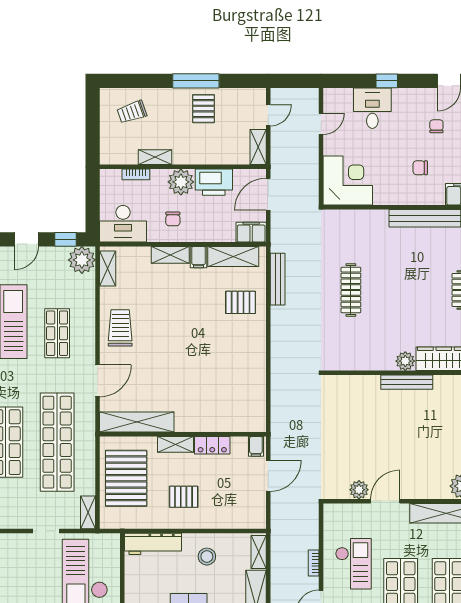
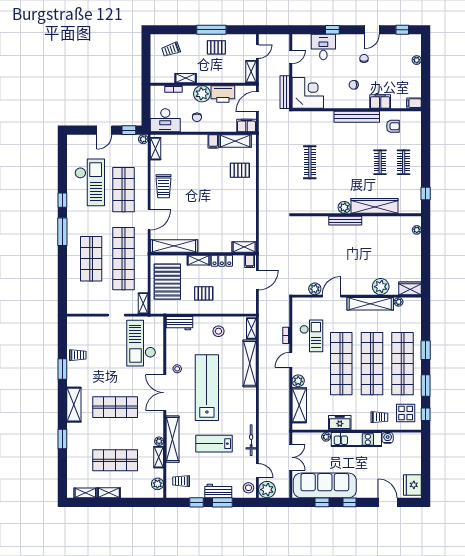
pallet: (203, 109) -> (216, 47), turned 90
shelving: (170, 255) -> (244, 247), moved
plant: (82, 260) -> (143, 139), width x0.53, depth x0.53
bench: (278, 279) -> (285, 92), moved
trolley: (120, 328) -> (164, 186), turned 180
shop shelf: (57, 333) -> (124, 190), width x1.43, depth x1.36
workbench: (153, 544) -> (179, 323), width x0.73

